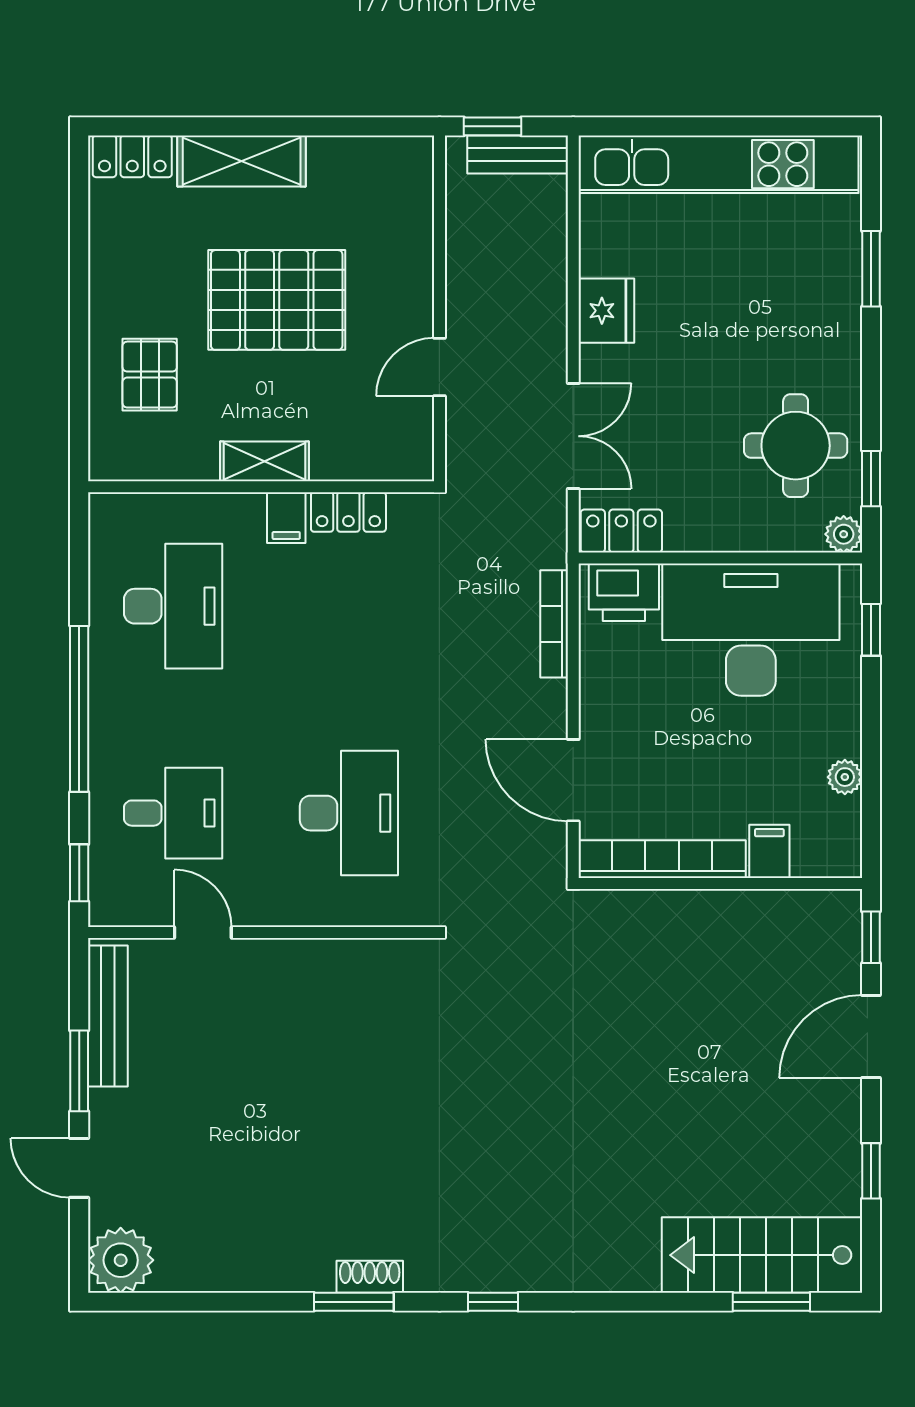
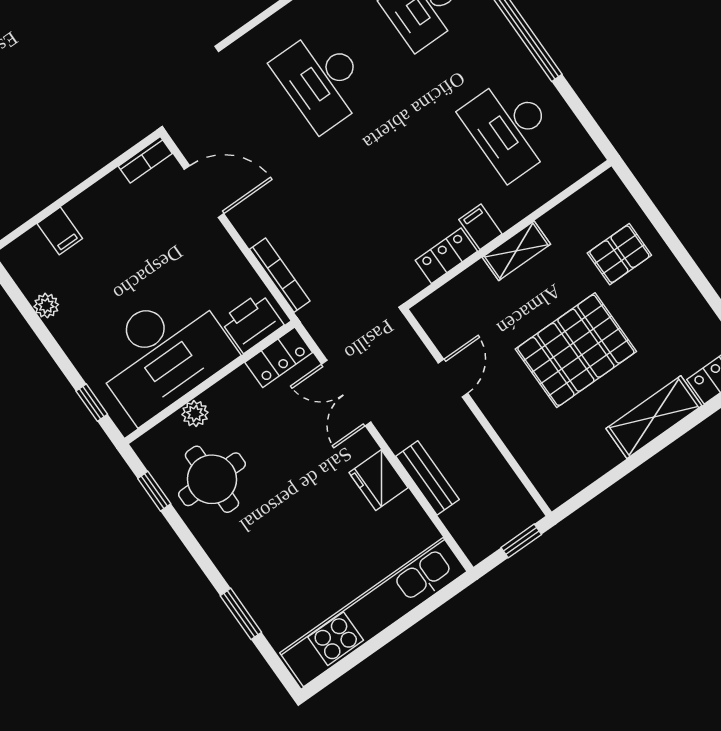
bench: (518, 154) -> (427, 478), moved, turned 90
pallet: (150, 375) -> (619, 254), turned 90
plant: (844, 534) -> (195, 414), moved
bookcase: (662, 859) -> (145, 160), width x0.43, depth x0.76

